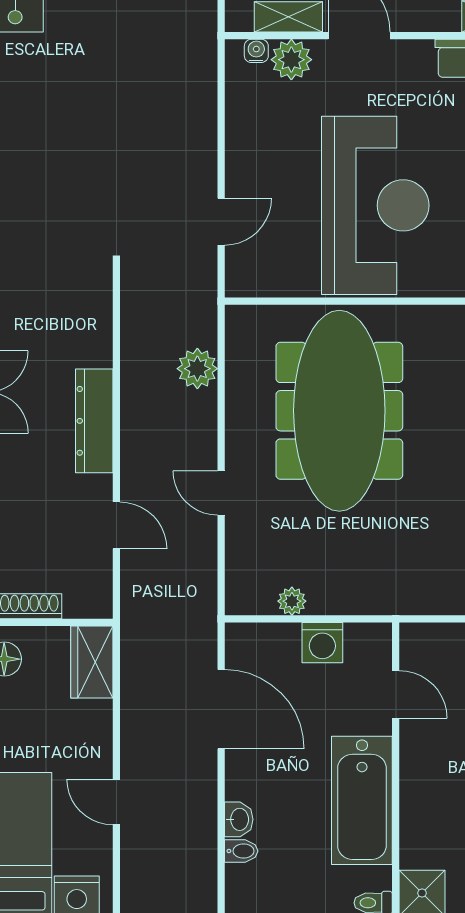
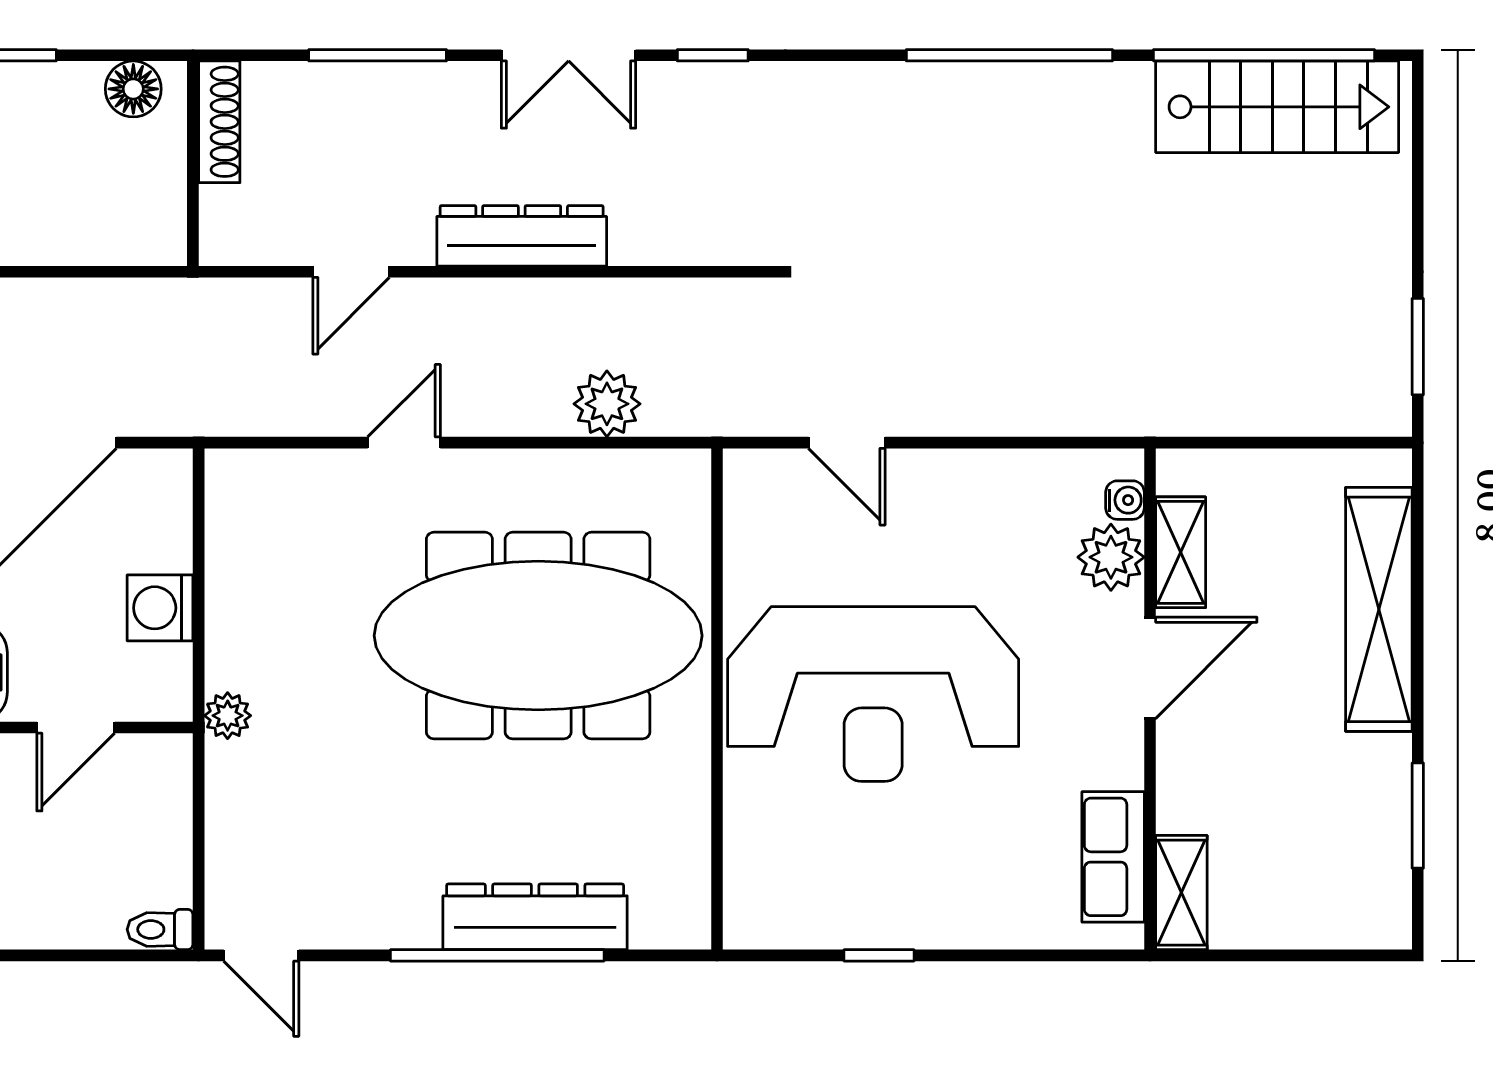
plant: (292, 601) -> (228, 716), moved
wardrobe: (92, 662) -> (128, 232), removed

